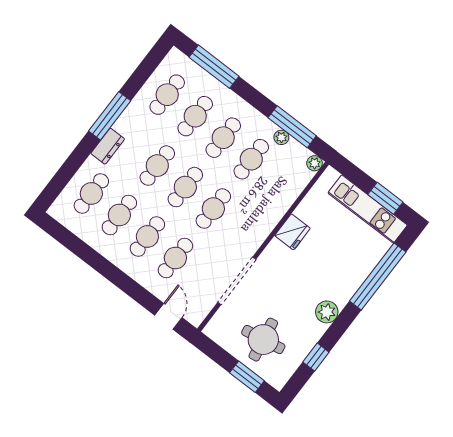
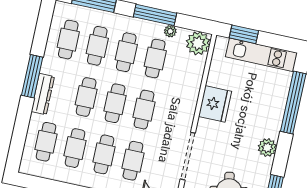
window: (292, 127) -> (155, 15), moved
dresser: (108, 146) -> (43, 94), width x1.44
plant: (315, 163) -> (198, 43), width x1.87, depth x1.87
window: (385, 198) -> (244, 34), moved
fridge: (292, 232) -> (215, 104), width x1.36, depth x1.34

